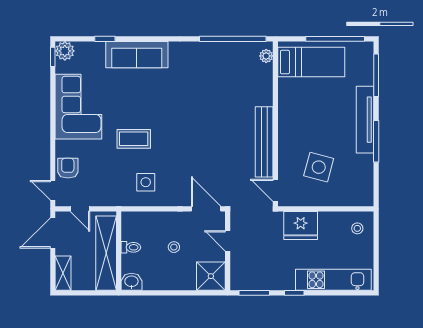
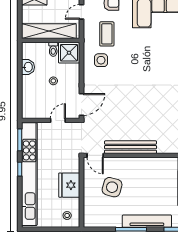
coffee table: (134, 139) -> (107, 34), moved
door: (275, 190) -> (95, 155), swing flipped
fridge: (301, 225) -> (69, 185), moved
shower: (211, 276) -> (69, 53), moved
kitchen unit: (333, 280) -> (29, 174), width x1.86
washbasin: (131, 282) -> (28, 67), moved

